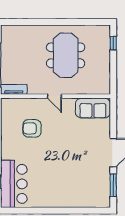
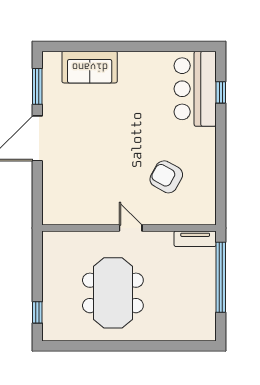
sofa: (93, 108) -> (90, 67), moved, turned 180
armchair: (32, 128) -> (166, 177), turned -151

